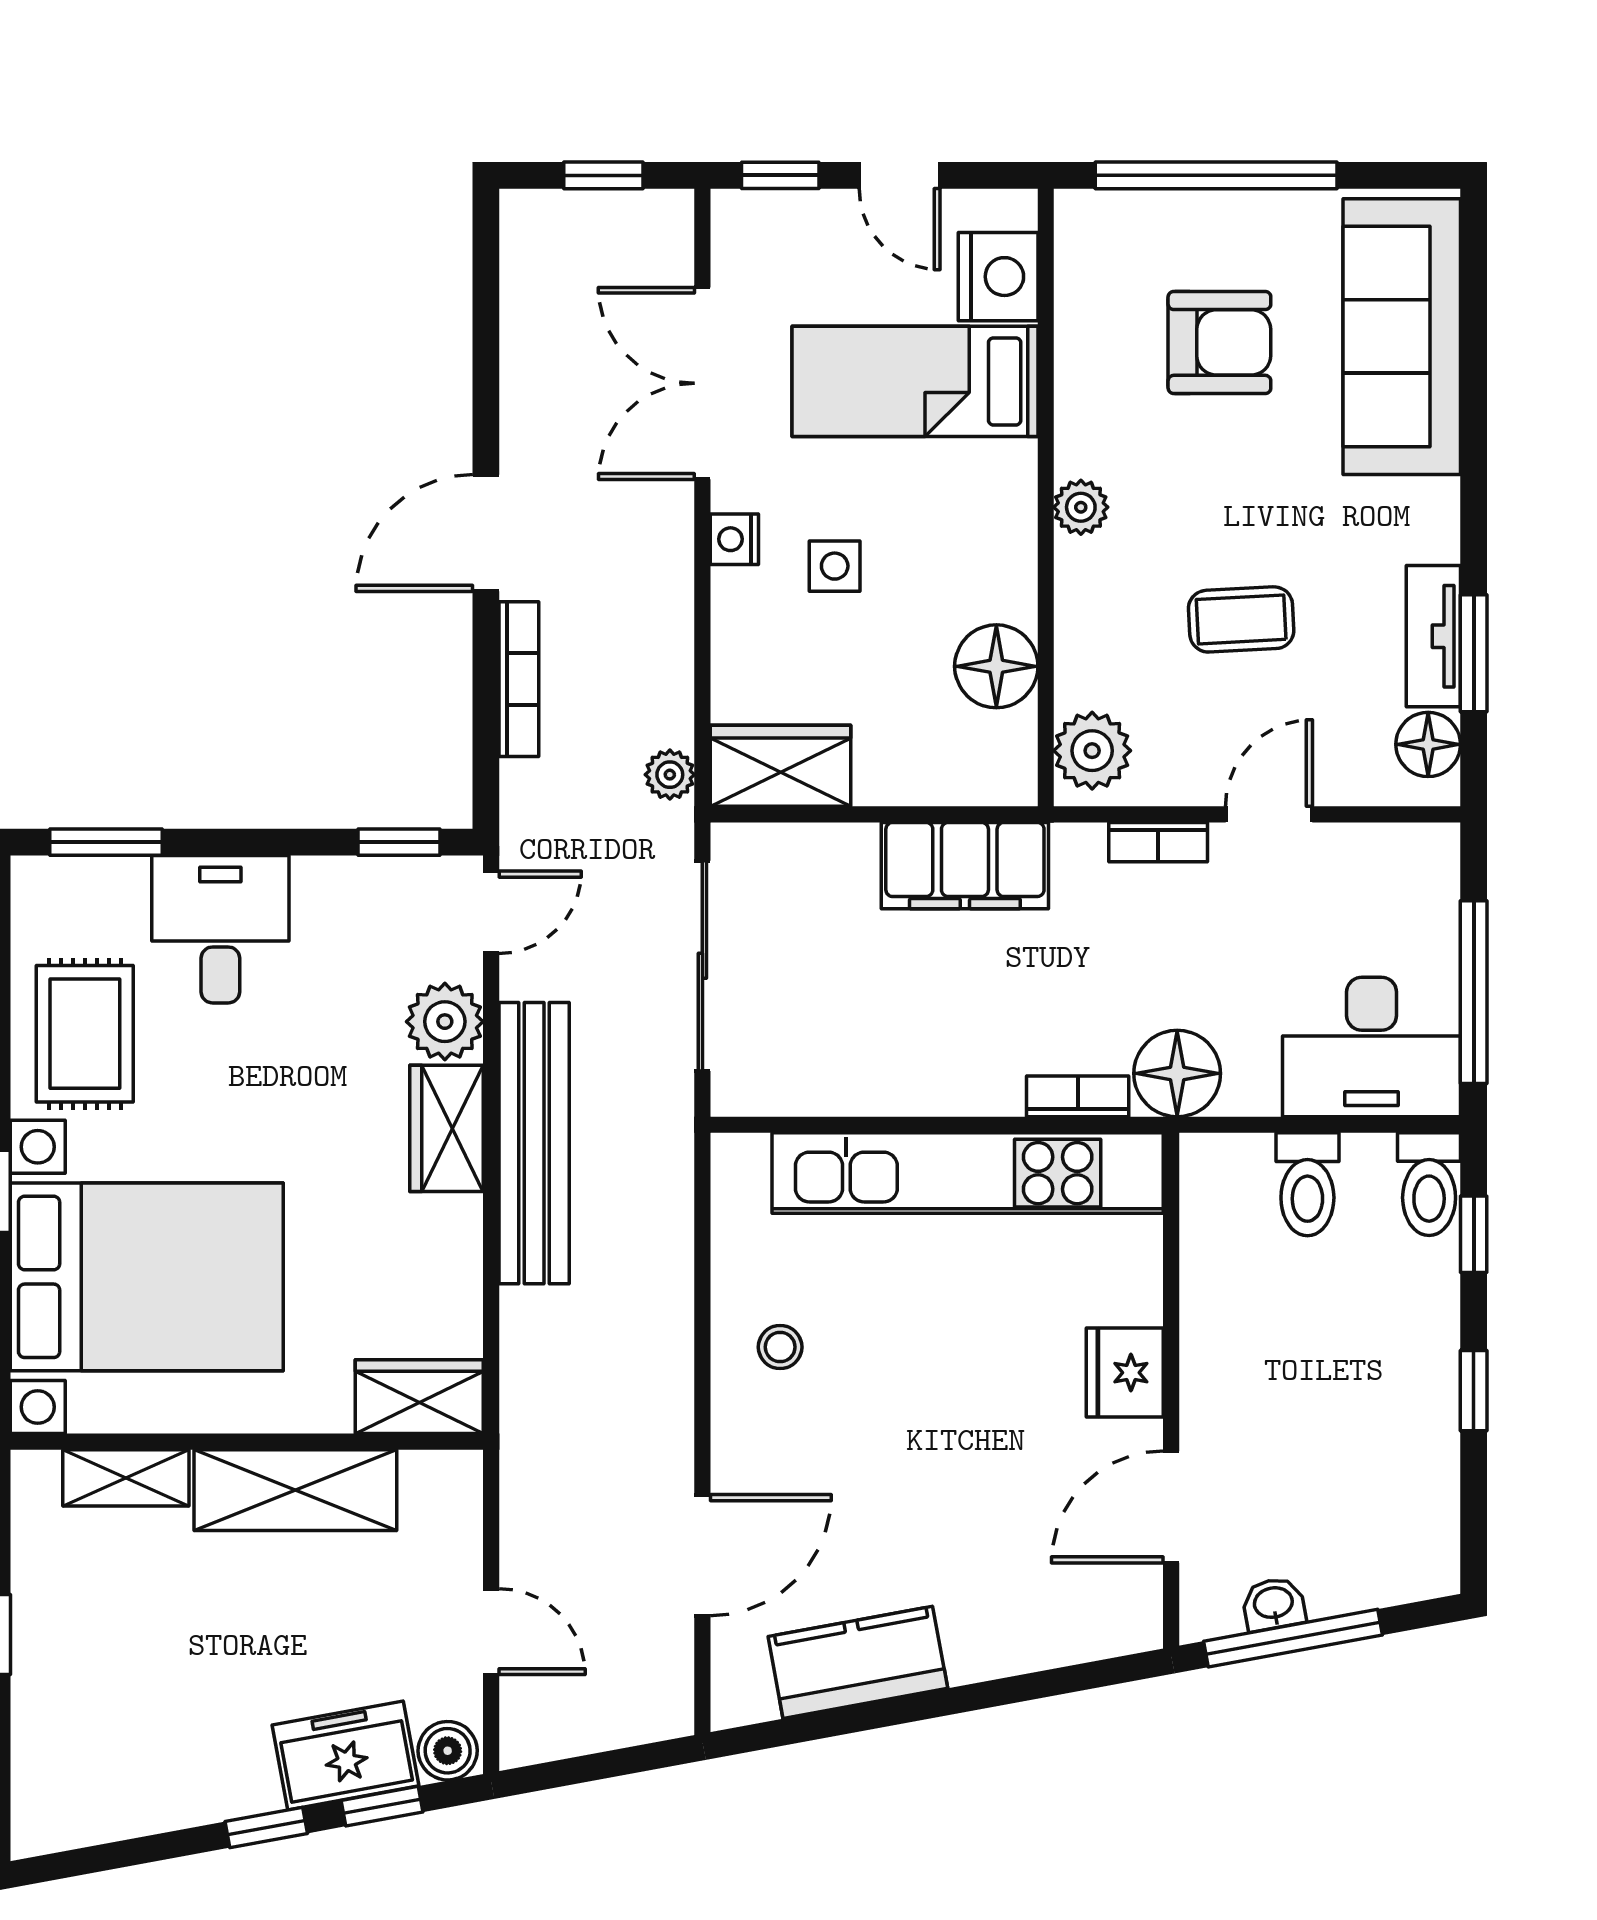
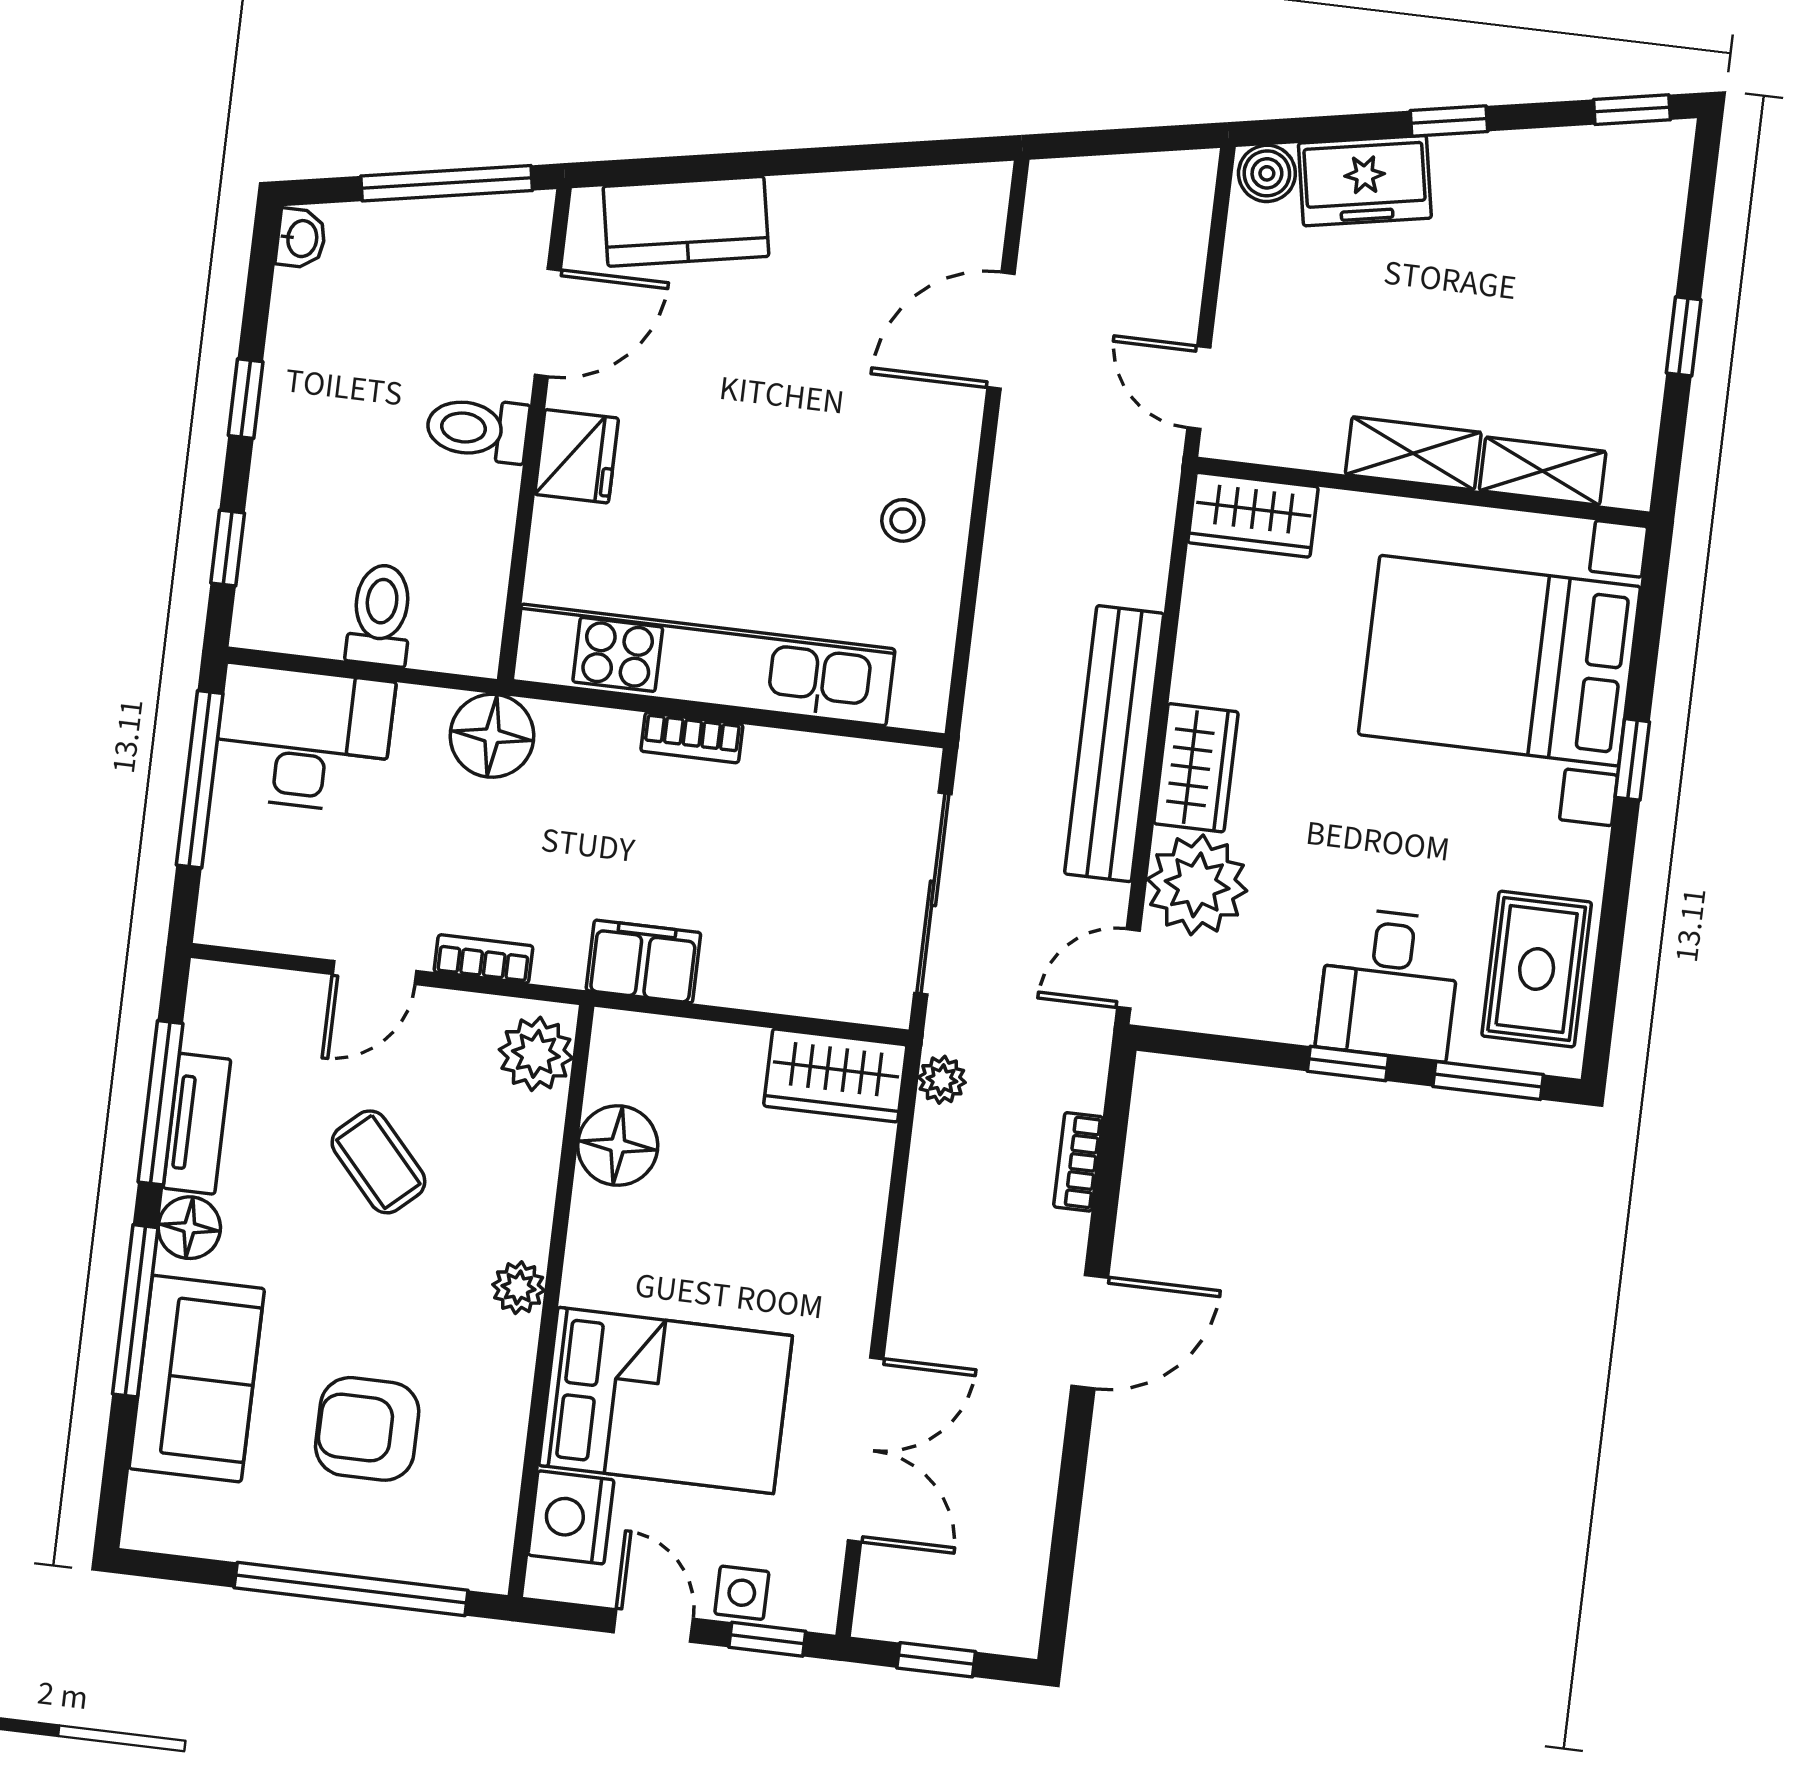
sofa: (1402, 337) -> (197, 1379), width x0.73
bed: (915, 381) -> (666, 1400), width x1.50
window: (1474, 435) -> (135, 1311), added
nightstand: (734, 539) -> (853, 1297), removed
side table: (835, 566) -> (742, 1593), moved
coffee table: (1241, 619) -> (378, 1162), turned 51
window: (1474, 653) -> (160, 1103), width x1.44
bookcase: (519, 679) -> (1078, 1162), width x0.64
floor lamp: (1428, 744) -> (189, 1228), moved
window: (399, 842) -> (1348, 1063), moved
filing cabinet: (965, 866) -> (643, 961), width x0.67, depth x0.86
plant: (445, 1022) -> (1197, 885), width x1.36, depth x1.36
rug: (85, 1034) -> (1537, 969), moved
bookcase: (1078, 1096) -> (692, 738), moved
toilet: (1429, 1184) -> (477, 429), moved, turned -90
shelving: (295, 1490) -> (1413, 453), width x0.67, depth x0.75
washbasin: (1274, 1604) -> (301, 238), moved, turned -80
door: (491, 1632) -> (1199, 388), moved
kitchen counter: (858, 1662) -> (686, 221), moved
window: (382, 1806) -> (1632, 110), moved

